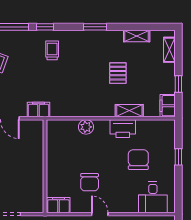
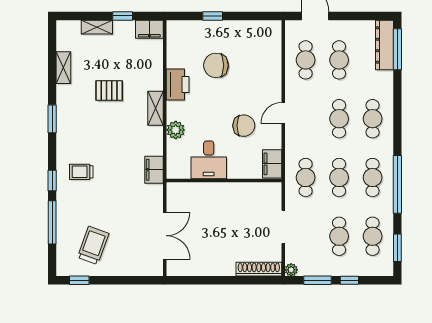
shelving: (169, 50) -> (97, 27), moved
filing cabinet: (38, 109) -> (154, 170), moved
shelving: (129, 111) -> (156, 108), moved
desk: (153, 197) -> (209, 160), moved, turned 90

